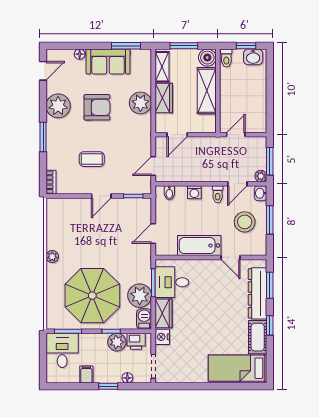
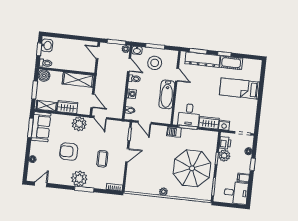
sofa: (108, 62) -> (41, 127), moved
door: (43, 71) -> (41, 184), hinge flipped
shelving: (207, 91) -> (78, 80), moved
plant: (140, 103) -> (79, 124), moved
plant: (58, 106) -> (79, 179), moved
armchair: (97, 107) -> (69, 152), turned -90
door: (236, 135) -> (98, 52), moved
door: (153, 166) -> (100, 118), moved
door: (101, 196) -> (127, 155), hinge flipped
door: (153, 233) -> (144, 122), moved
door: (230, 257) -> (177, 75), hinge flipped
plant: (140, 296) -> (195, 137), removed
barbecue: (144, 319) -> (174, 132), moved
desk: (62, 350) -> (236, 193), moved, turned 180
bed: (237, 368) -> (240, 88), moved, turned 90

